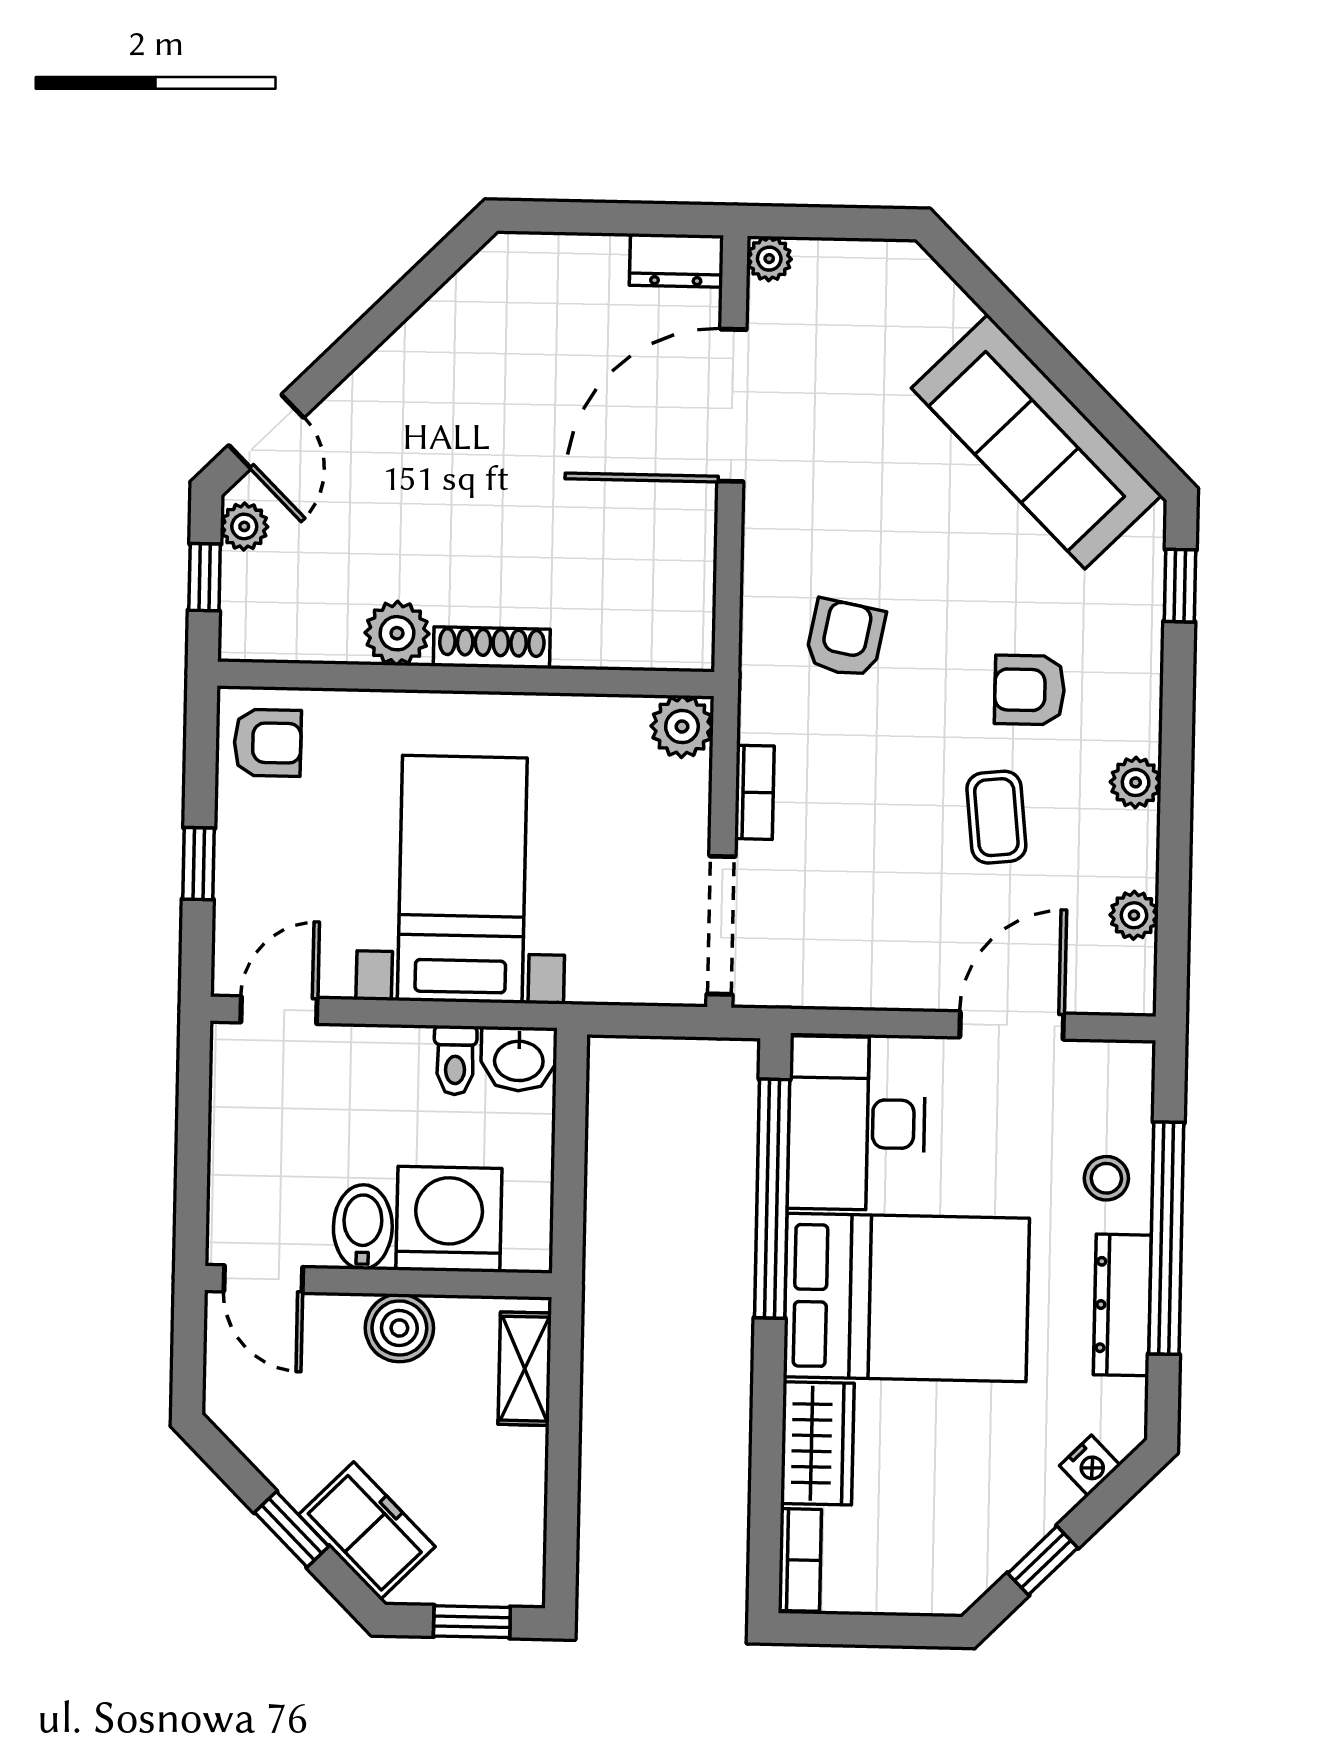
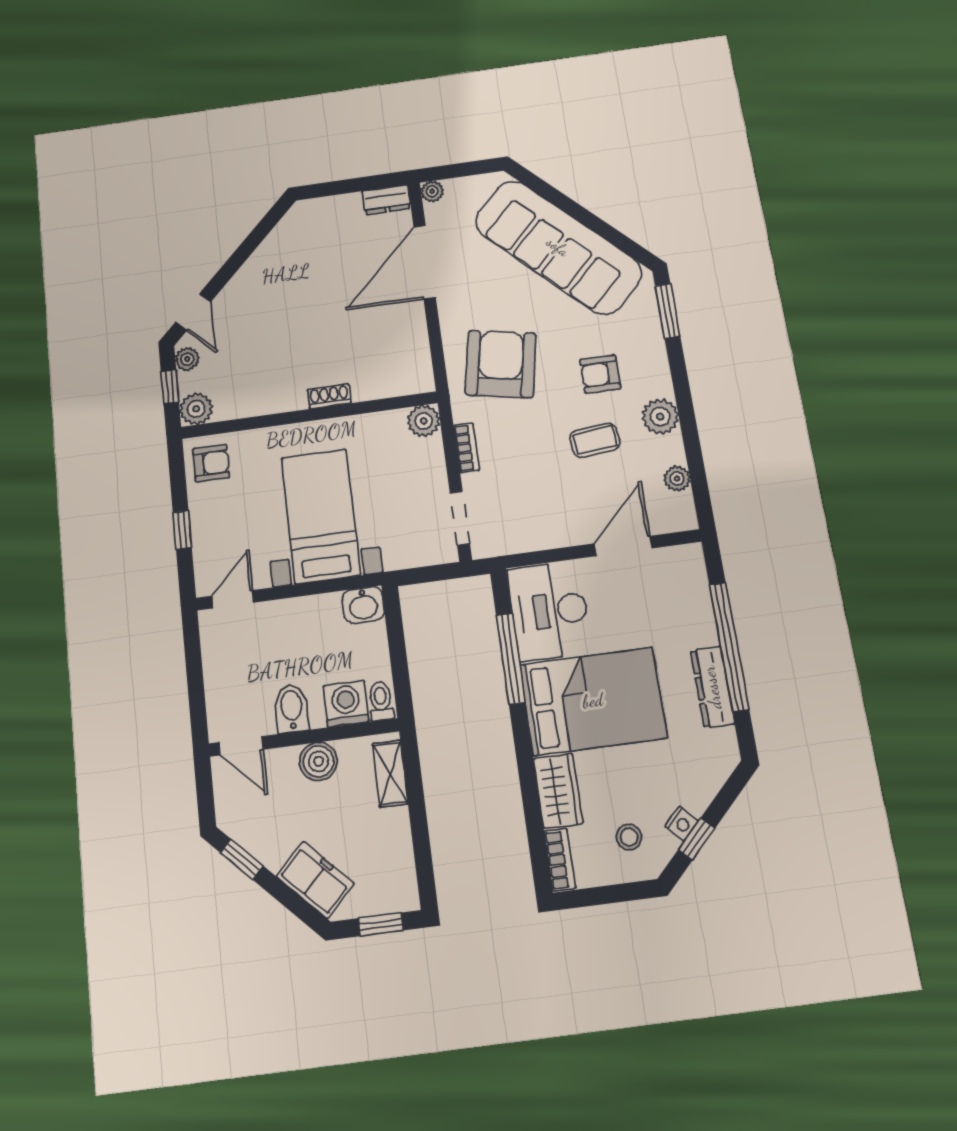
sofa: (1037, 442) -> (558, 247), width x1.36, depth x1.27
window: (1180, 586) -> (668, 311), width x1.50
plant: (397, 633) -> (196, 409), moved
armchair: (845, 638) -> (501, 364), width x1.88, depth x1.88
shoe rack: (492, 648) -> (329, 396), width x0.70
plant: (1136, 782) -> (660, 417), width x1.38, depth x1.38
coffee table: (996, 817) -> (595, 440), turned 90
doorway: (721, 925) -> (460, 518), width x0.73
toilet: (455, 1060) -> (381, 701), moved, turned 180
stool: (1106, 1178) -> (629, 837), moved
window: (772, 1199) -> (511, 659), width x0.68
washing machine: (449, 1219) -> (346, 704), width x0.73, depth x0.73
nightstand: (1090, 1466) -> (681, 824), moved
window: (292, 1529) -> (242, 859), moved

